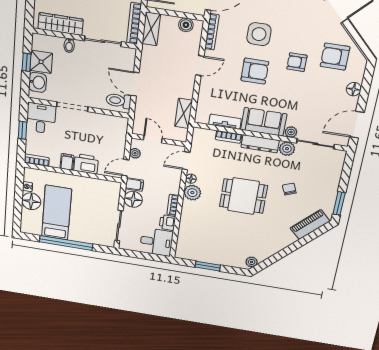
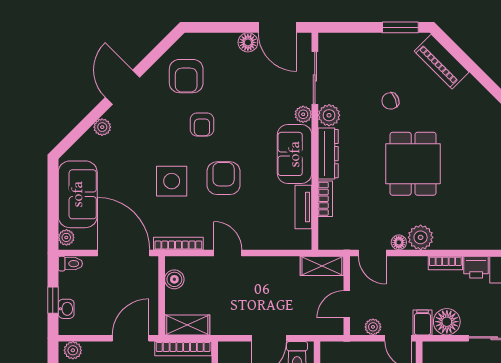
floor lamp: (354, 89) -> (248, 42), moved
shelving: (184, 113) -> (322, 266), moved

